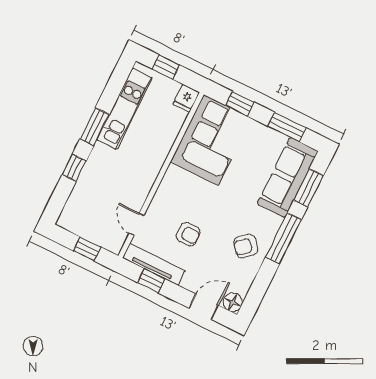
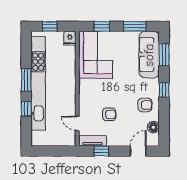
kitchen unit: (124, 109) -> (38, 83), width x1.86
window: (283, 238) -> (164, 90), width x0.46
armchair: (246, 246) -> (145, 105), turned -139
window: (87, 249) -> (56, 151), removed
tv unit: (154, 264) -> (93, 141), width x0.71
floor lamp: (233, 302) -> (153, 127), moved

